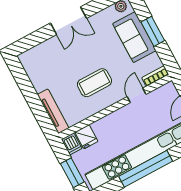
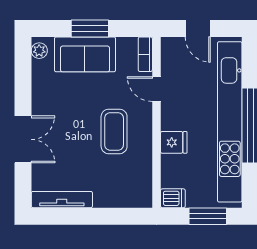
double door: (69, 21) -> (23, 139), moved
tv unit: (53, 111) -> (62, 200), moved
fridge: (86, 137) -> (174, 142), moved

